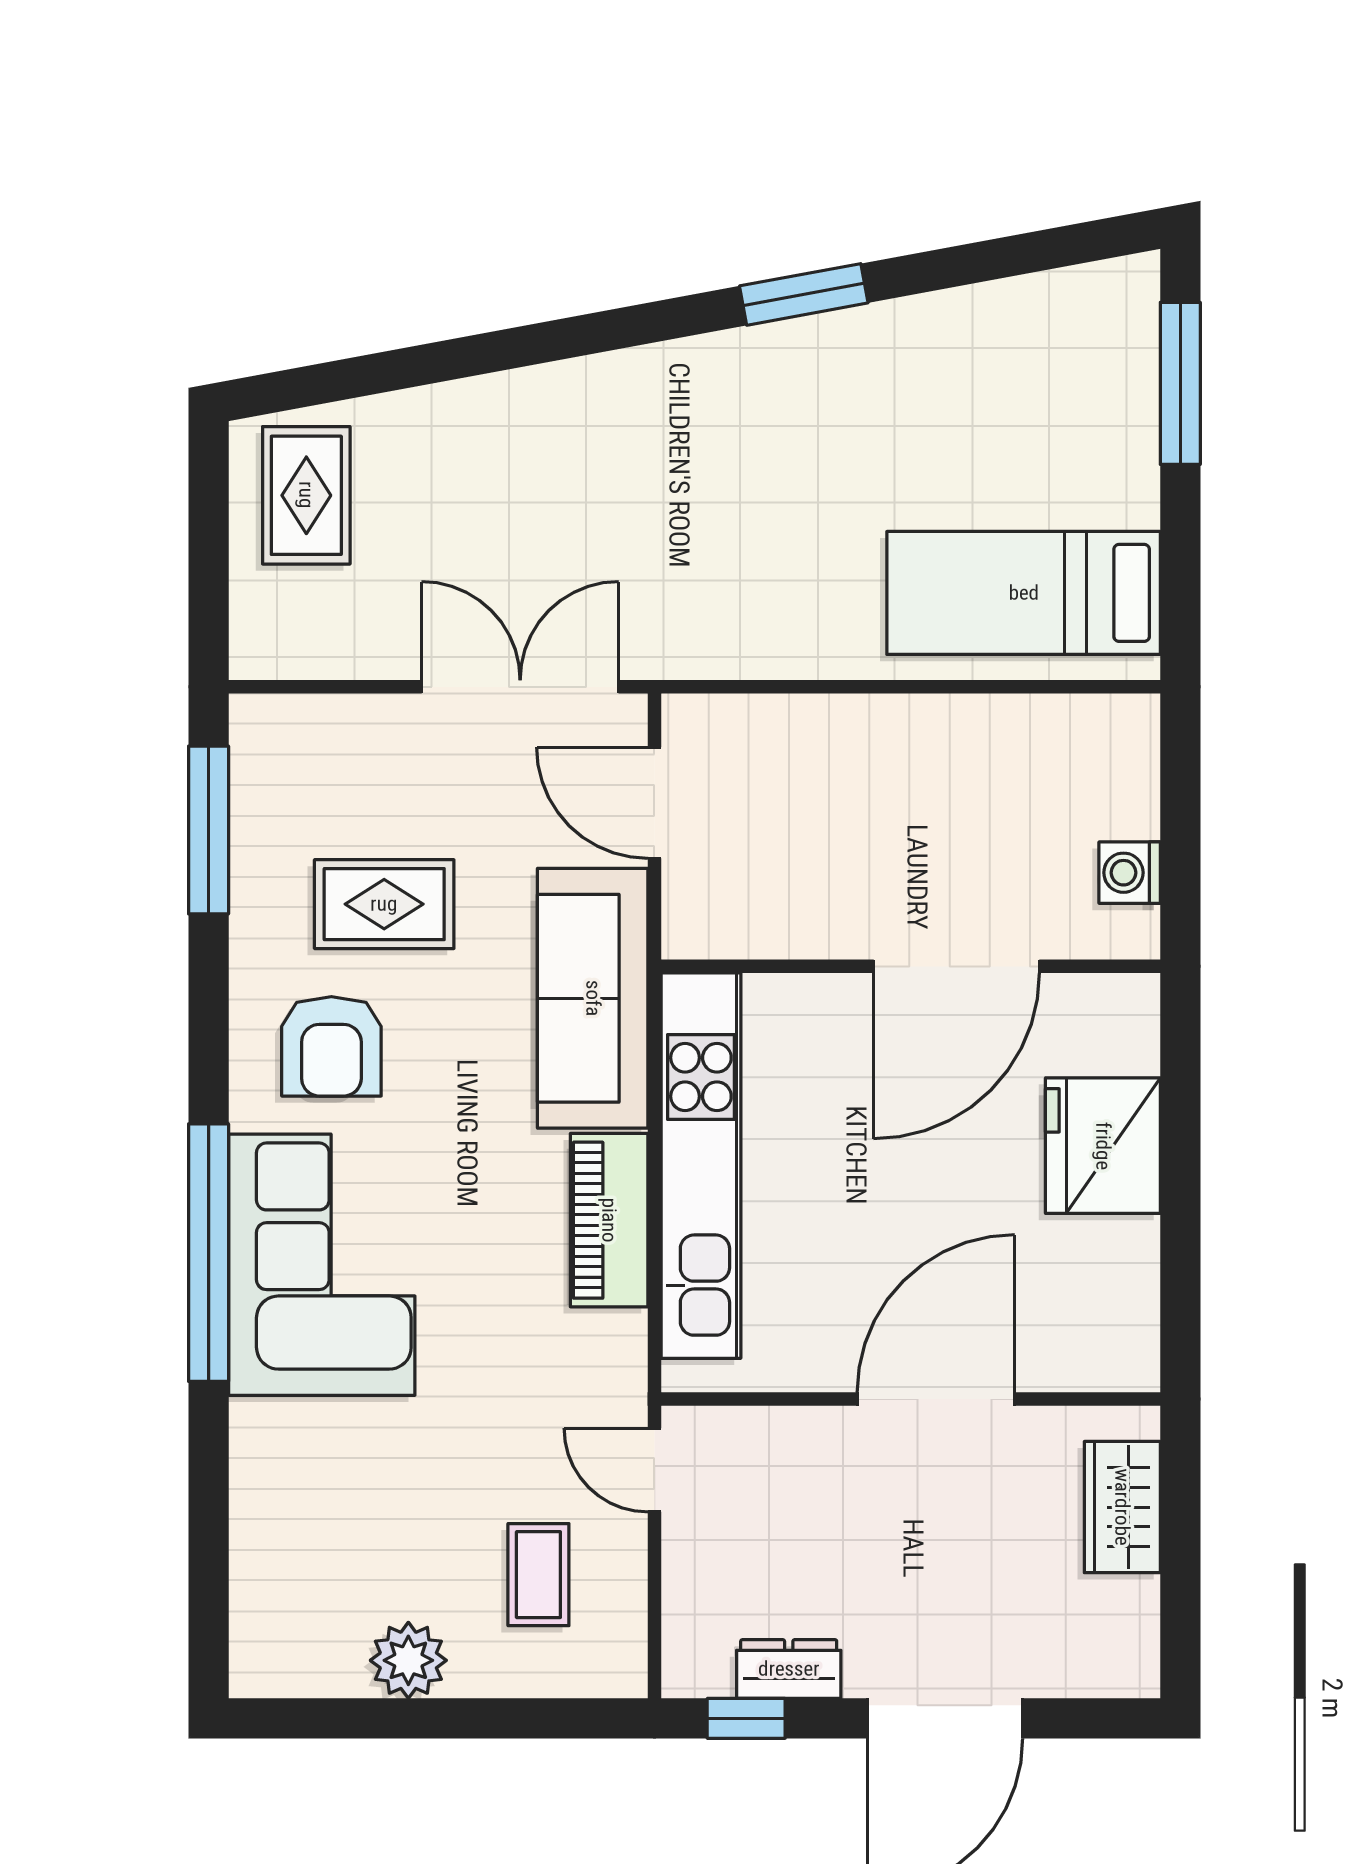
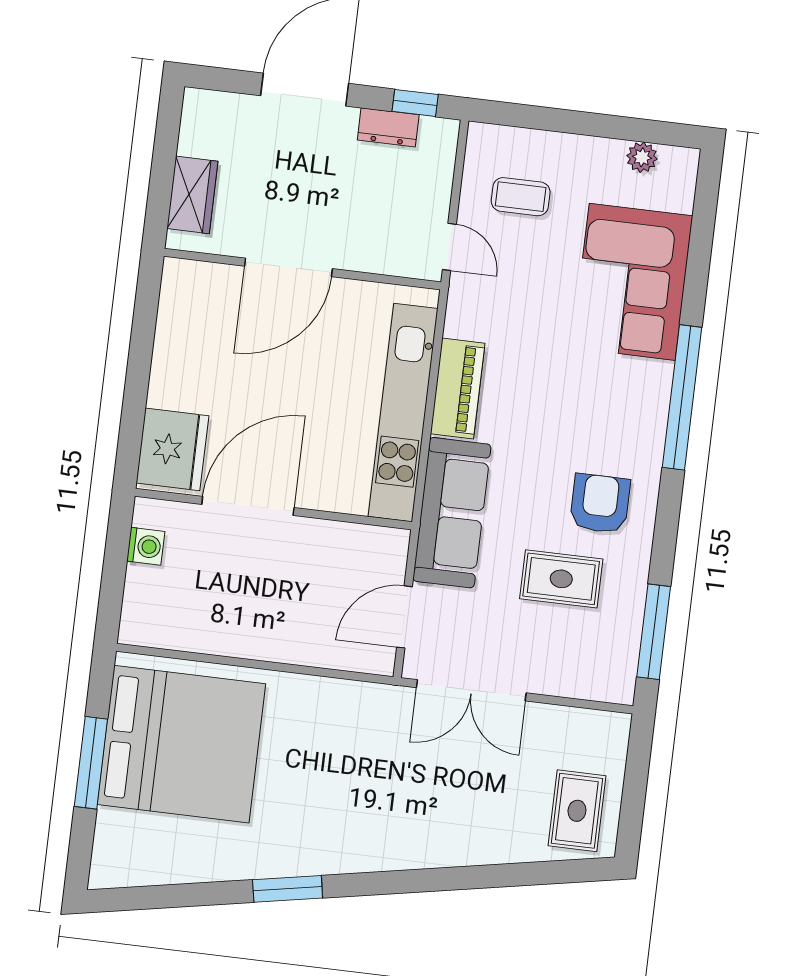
window: (1180, 383) -> (91, 763), moved
bed: (1024, 593) -> (181, 744), width x2.04
door: (654, 803) -> (404, 617), swing flipped
fridge: (1103, 1146) -> (172, 449), moved
corner sofa: (322, 1265) -> (632, 282), moved
coffee table: (538, 1575) -> (521, 197), turned 90
plant: (408, 1660) -> (642, 157), moved, width x0.73, depth x0.73

